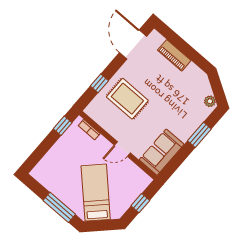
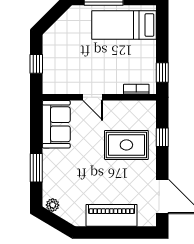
piano: (174, 55) -> (112, 215), width x1.37, depth x1.33
door: (122, 149) -> (93, 97), swing flipped
bed: (96, 193) -> (124, 25), moved, turned 135

